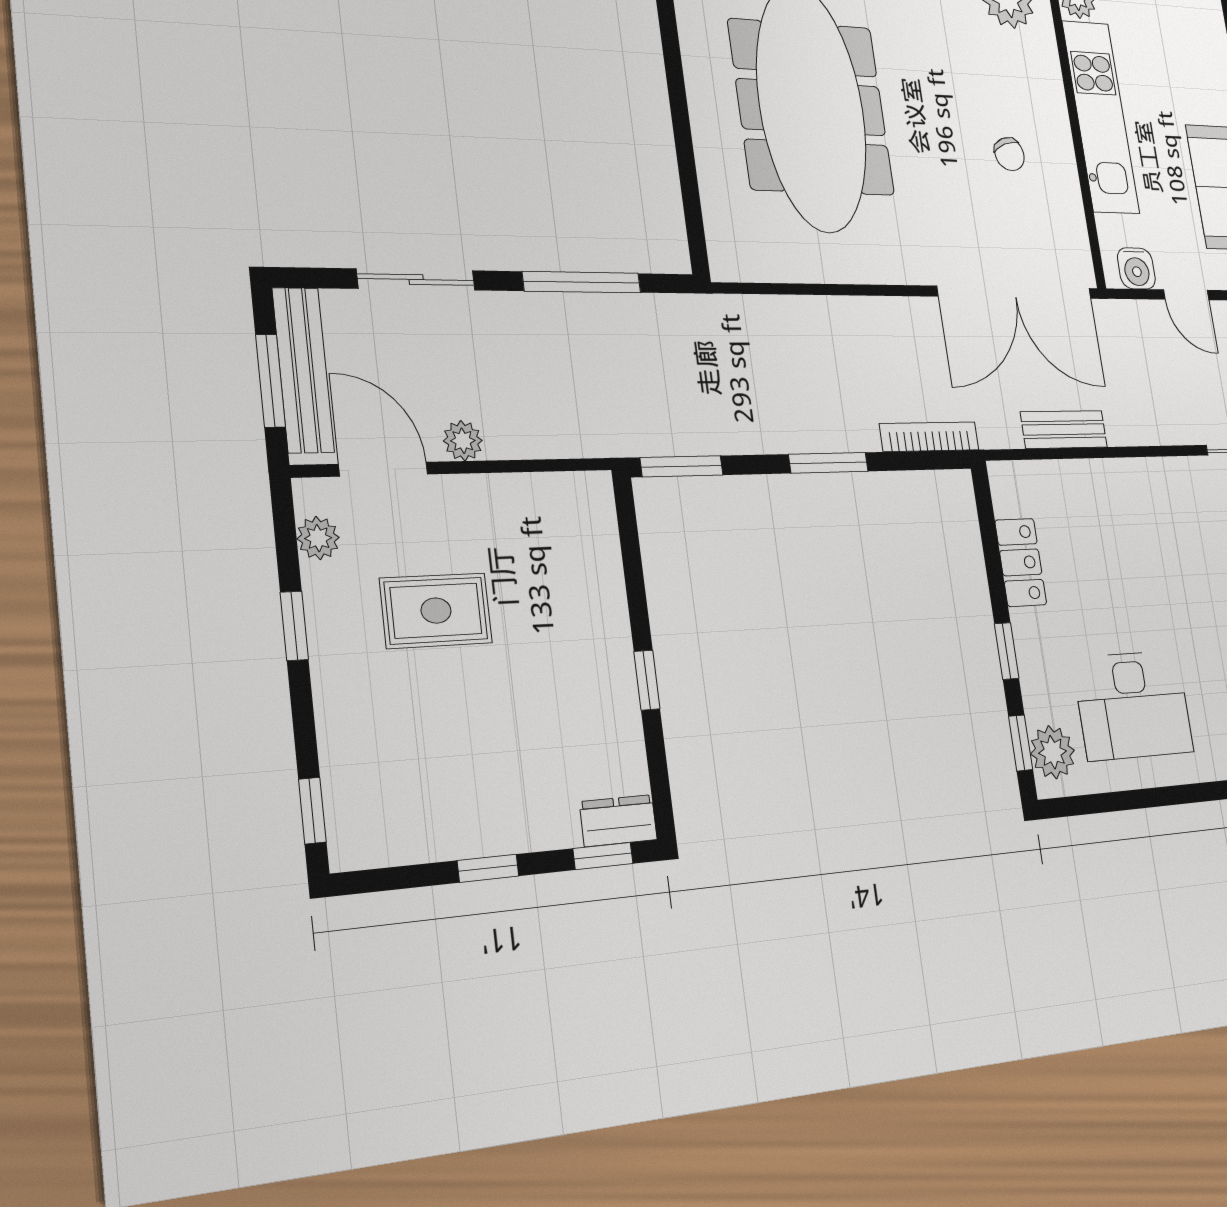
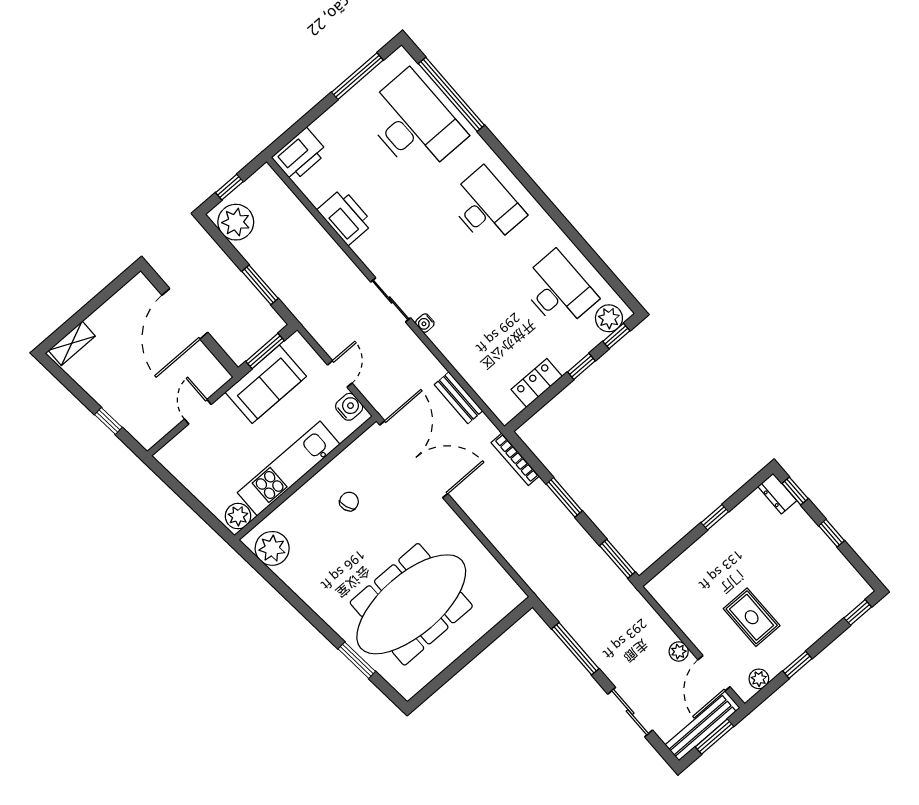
water cooler: (1191, 470) -> (425, 323), added

